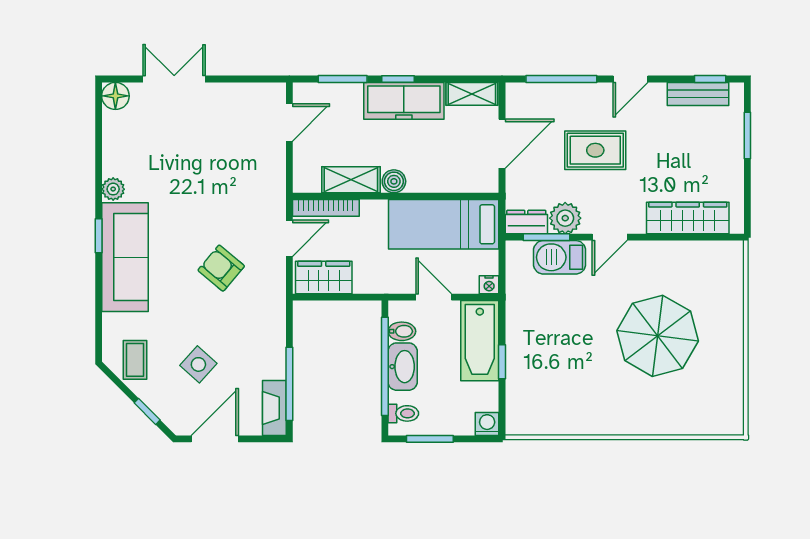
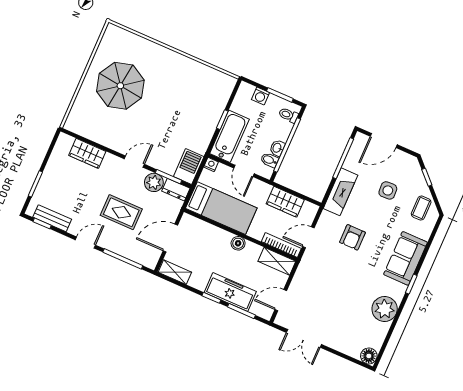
double door: (174, 79) -> (304, 338), moved
freezer: (404, 101) -> (230, 292), moved
shelving: (351, 180) -> (277, 261), moved
plant: (113, 189) -> (385, 309), width x1.88, depth x1.88
wardrobe: (688, 218) -> (87, 153), width x0.67
sofa: (125, 257) -> (406, 258), width x0.73
barbecue: (560, 257) -> (189, 167), moved, turned -90
armchair: (221, 268) -> (352, 237), turned 50
wardrobe: (324, 278) -> (285, 202), moved
parasol: (658, 336) -> (120, 86), moved
side table: (198, 364) -> (388, 190), turned 45
washbasin: (403, 367) -> (277, 148), width x0.52, depth x0.69
fireplace: (274, 408) -> (340, 192), moved, width x1.37, depth x1.32
washing machine: (487, 424) -> (260, 96), moved
door: (215, 439) -> (384, 141), moved

